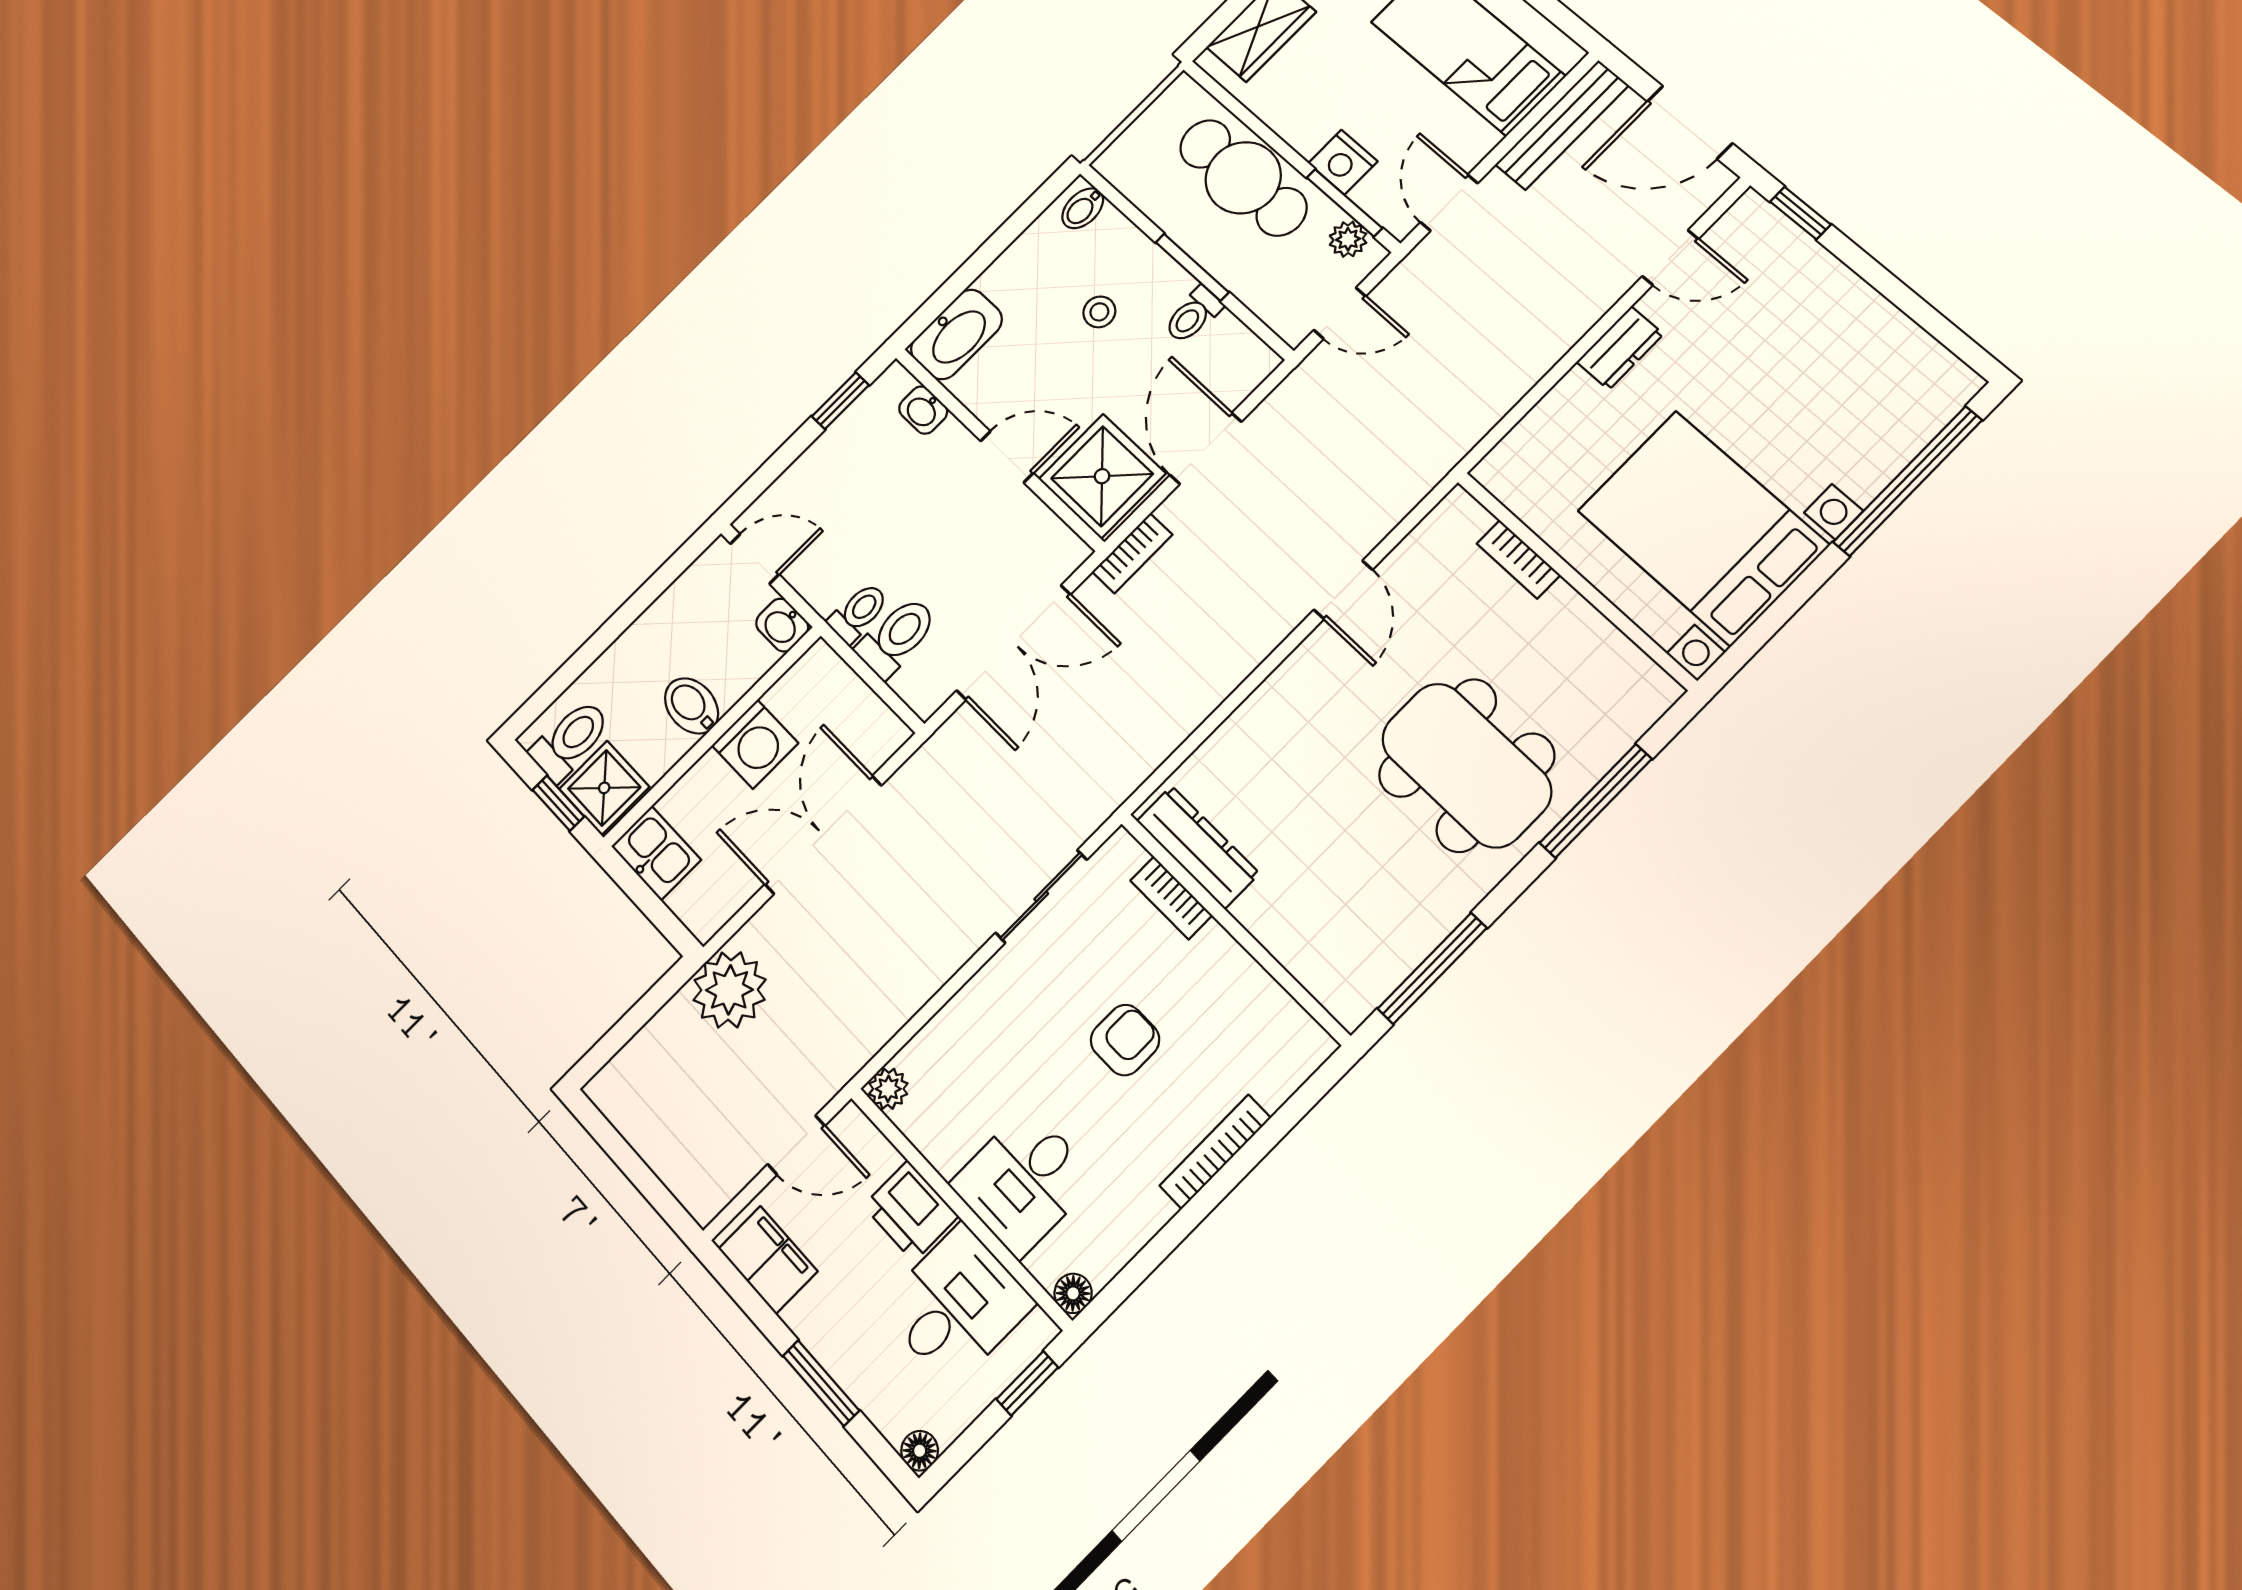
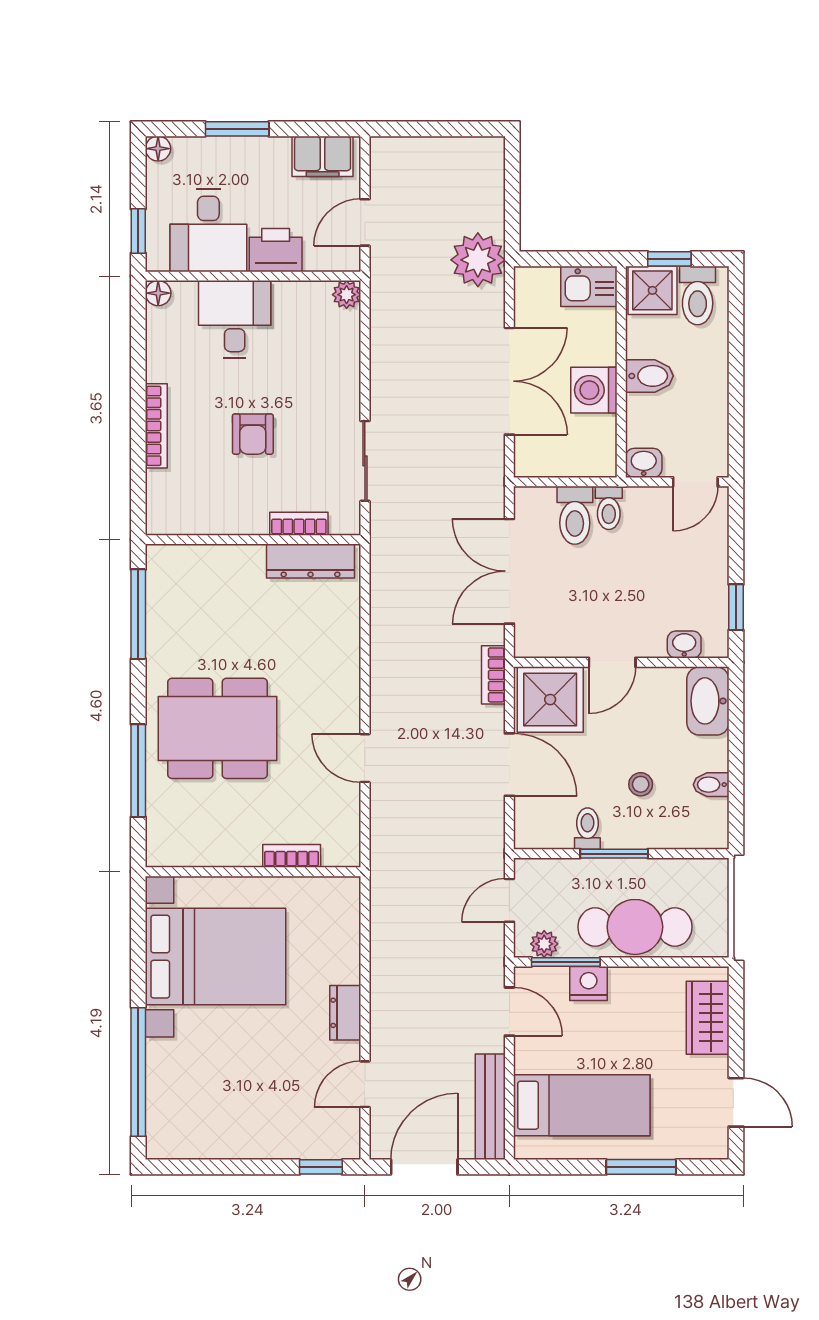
bidet: (1083, 208) -> (711, 785), moved, turned -90

